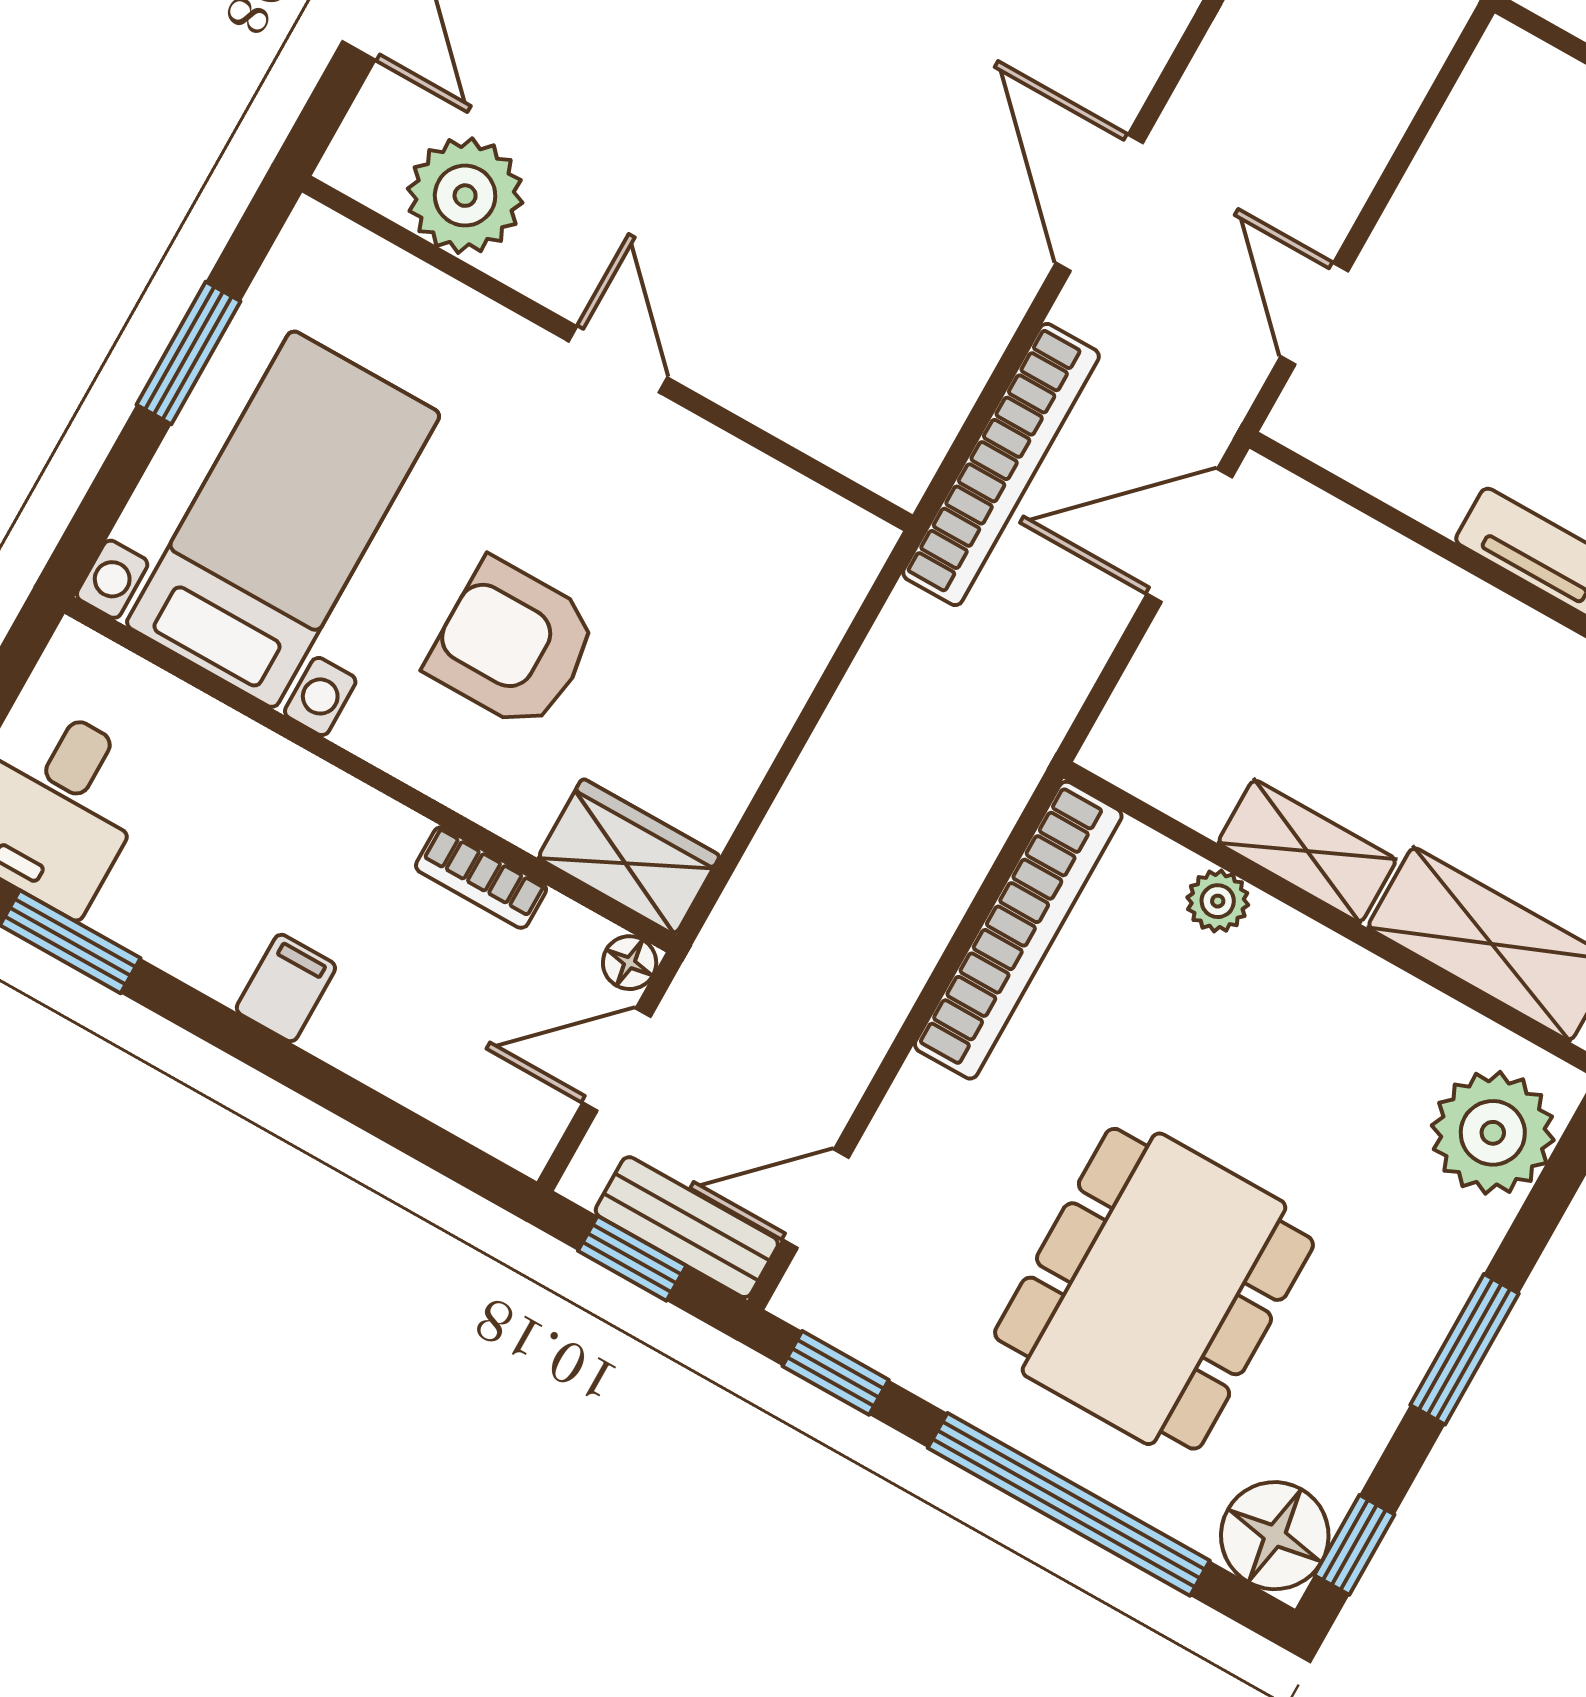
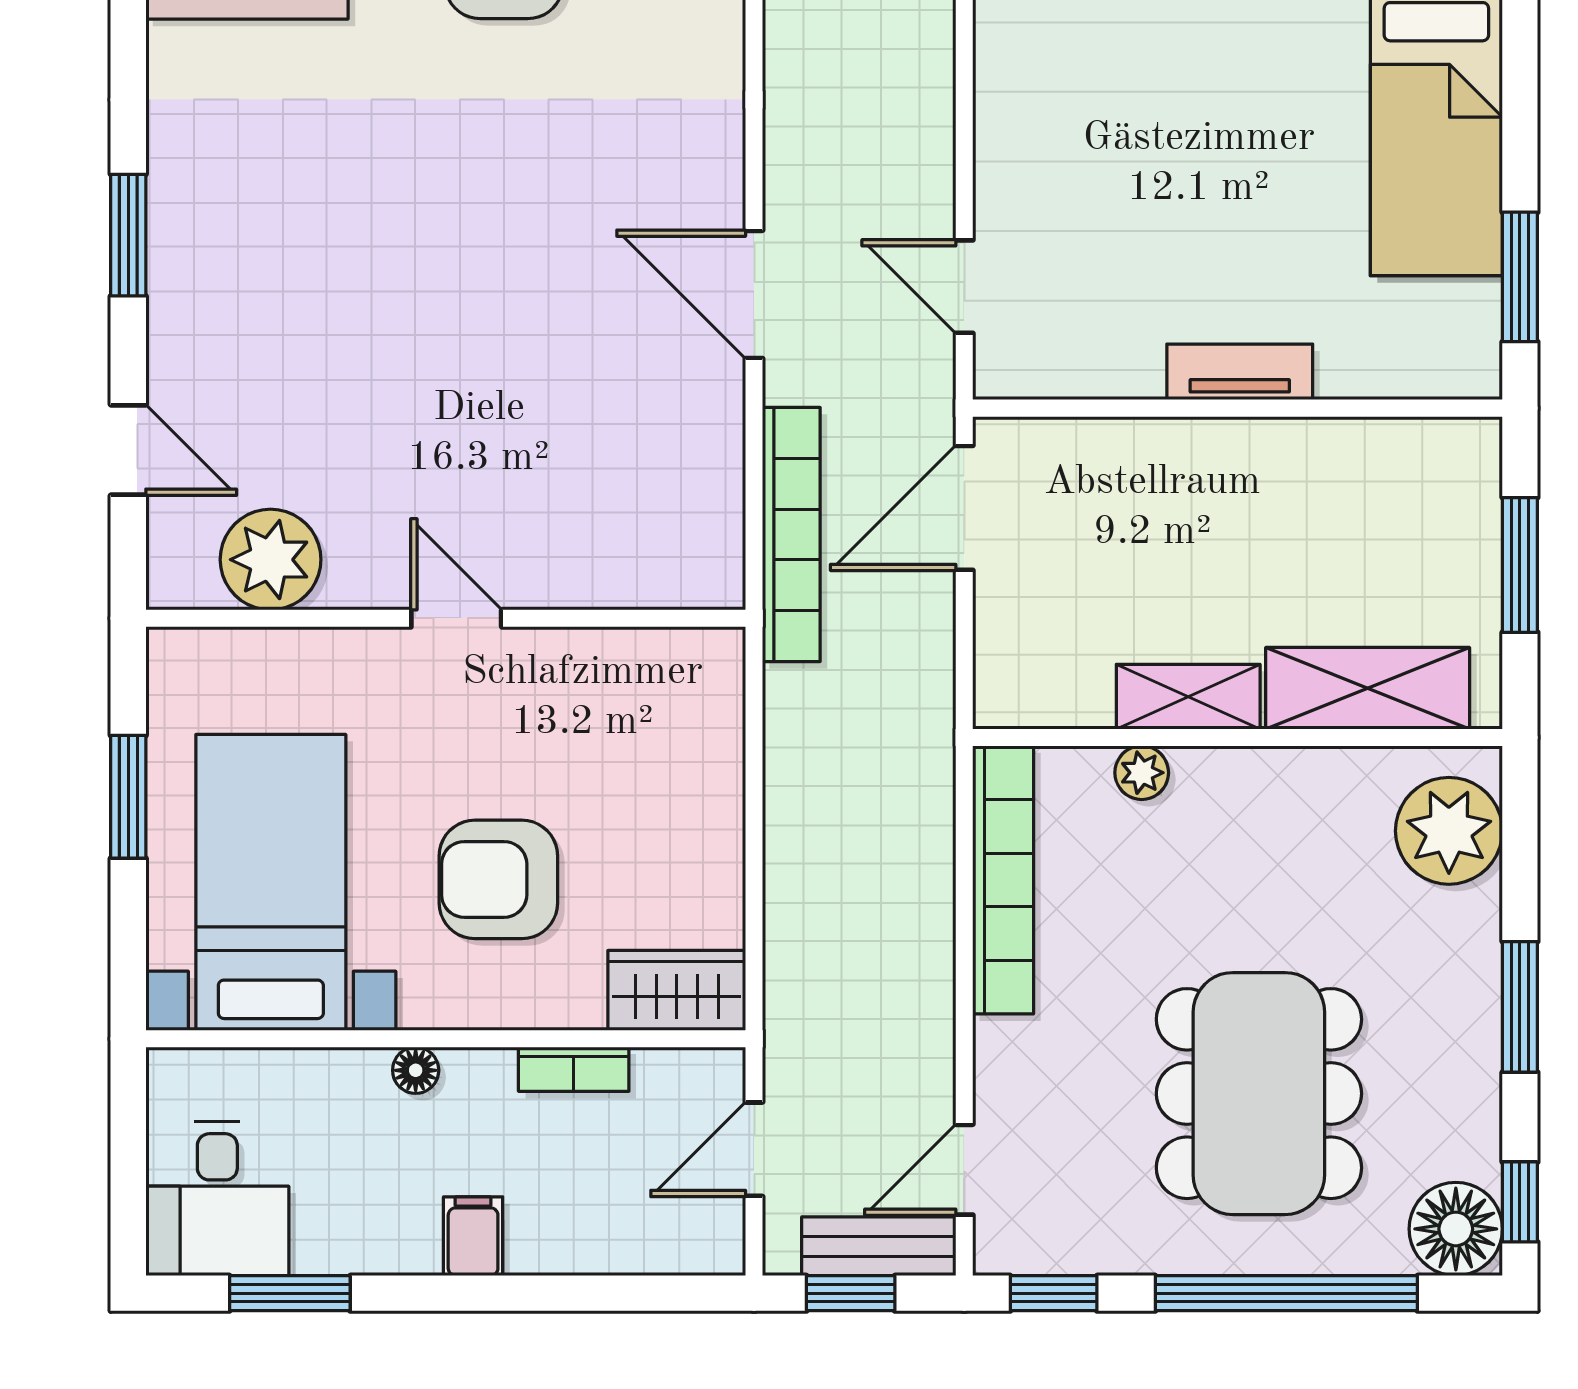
floor lamp: (630, 963) -> (416, 1070), moved

